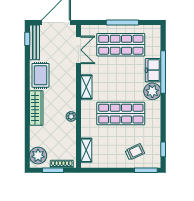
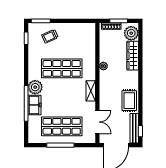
double door: (78, 50) -> (97, 122), swing flipped
wardrobe: (36, 108) -> (133, 56), moved
shelving: (86, 150) -> (91, 38), removed

